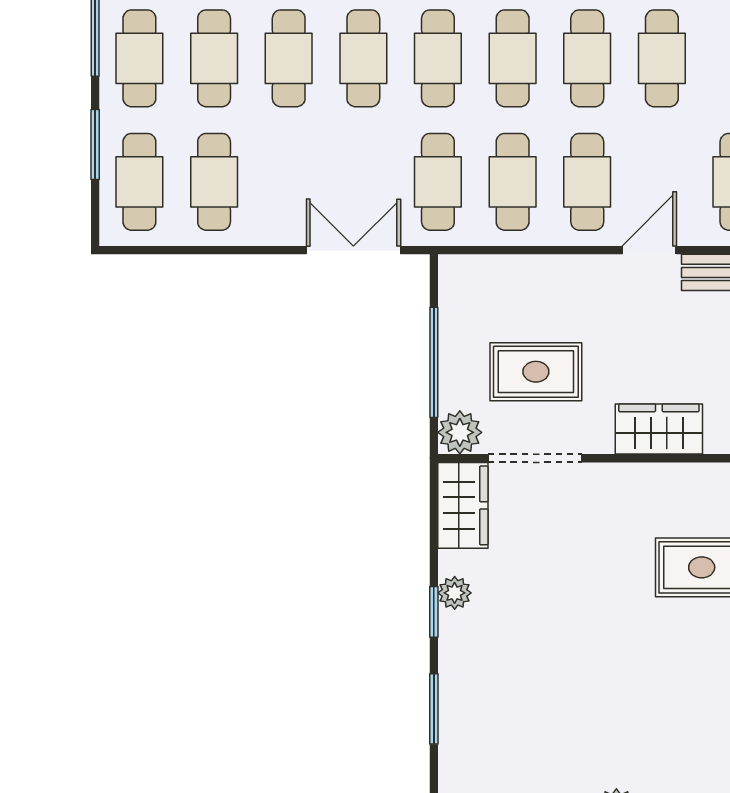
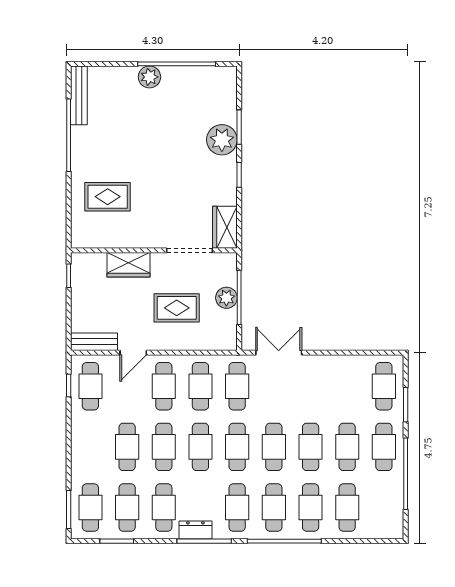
cafe table: (214, 182) -> (347, 386), removed
double door: (353, 250) -> (279, 353), swing flipped
rug: (536, 372) -> (177, 308), moved
plant: (460, 432) -> (226, 298), moved
plant: (455, 593) -> (222, 140), moved, width x1.88, depth x1.88

